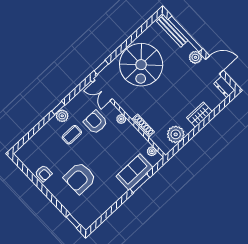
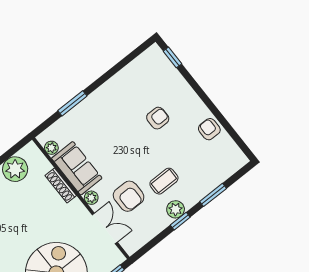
double door: (102, 91) -> (105, 228), moved
window: (37, 128) -> (213, 195), added
sofa: (134, 172) -> (77, 168), moved, turned -90
armchair: (80, 178) -> (158, 118), width x0.53, depth x0.53

